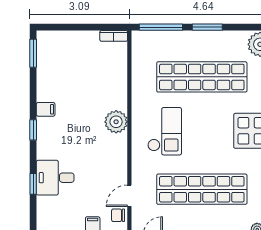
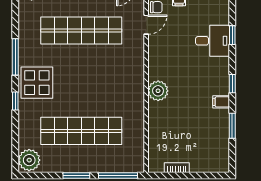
bookcase: (114, 36) -> (177, 168), moved
window: (33, 53) -> (232, 126), moved
checkout: (165, 131) -> (115, 82), removed

